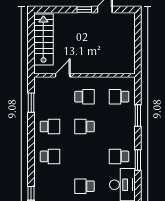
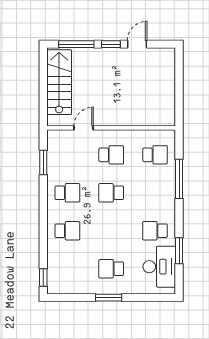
window: (57, 9) -> (76, 44), added
school desk: (119, 97) -> (155, 155), turned 180
window: (138, 116) -> (179, 179), width x1.44
window: (138, 160) -> (179, 251), moved

